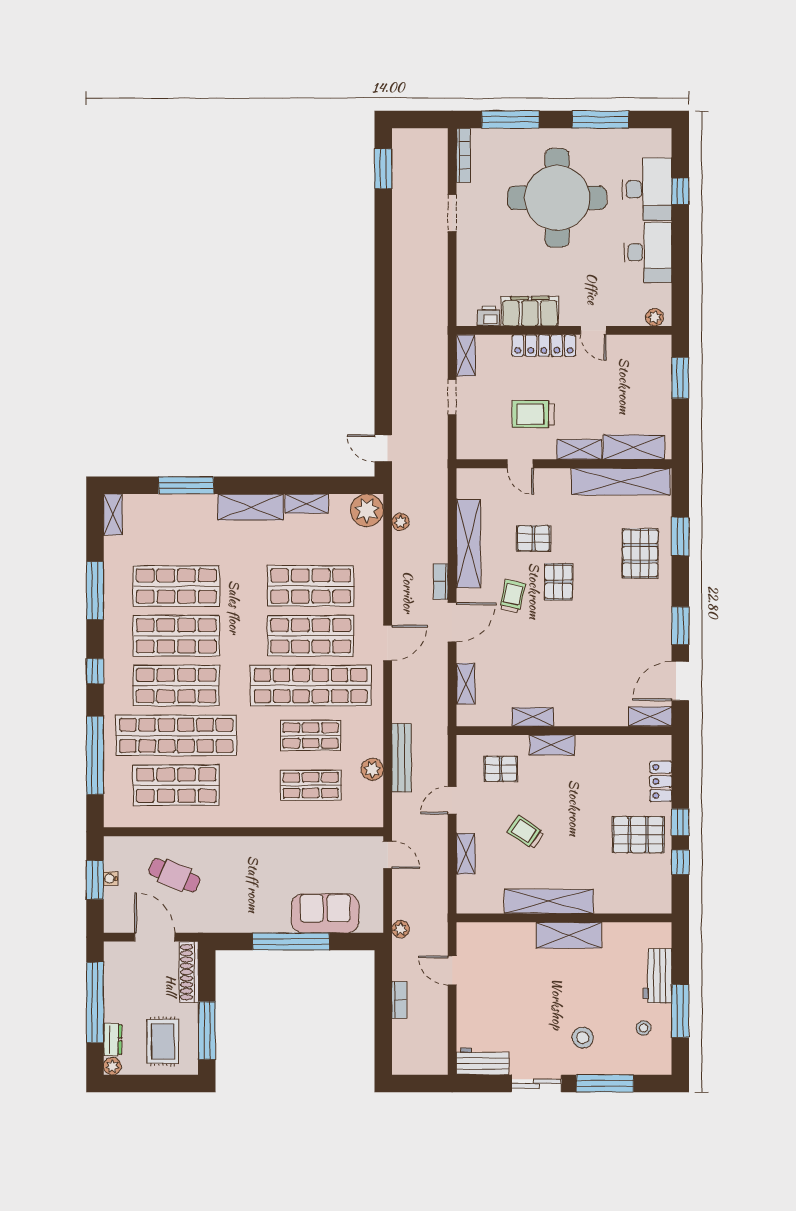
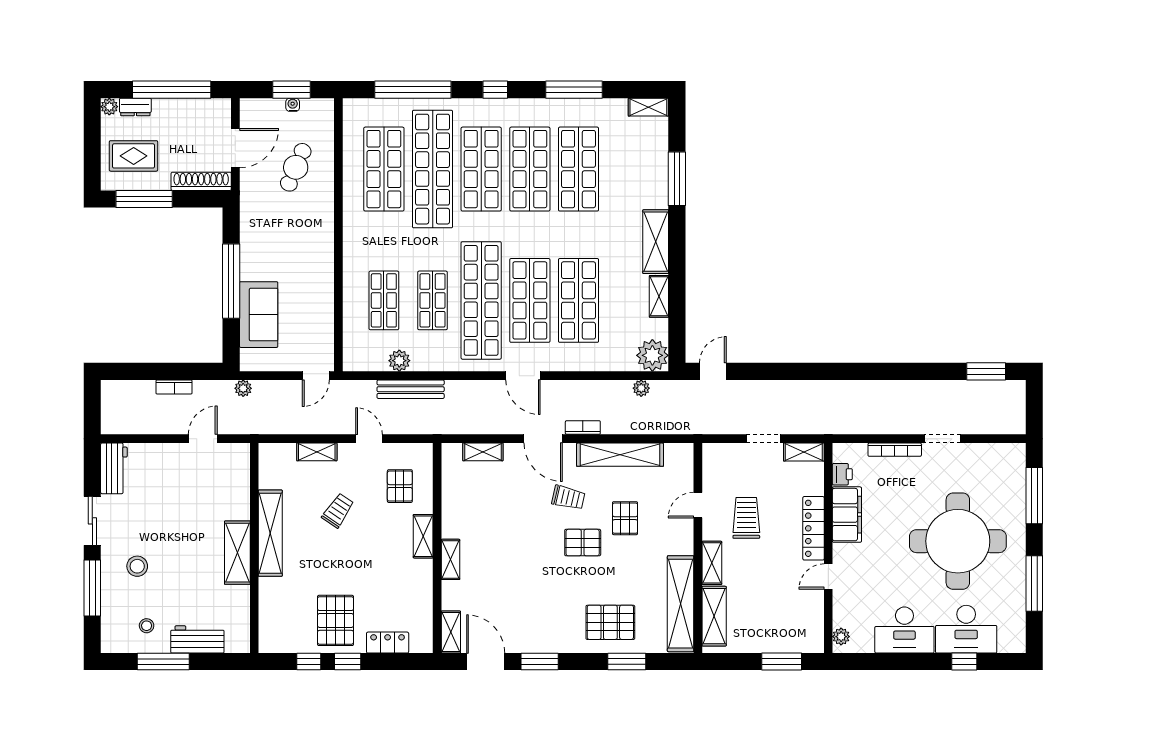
bookcase: (463, 155) -> (895, 450), moved
shelving: (533, 717) -> (450, 559), moved

